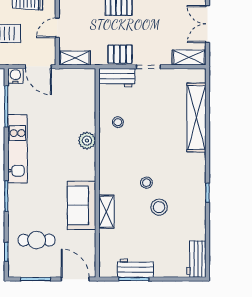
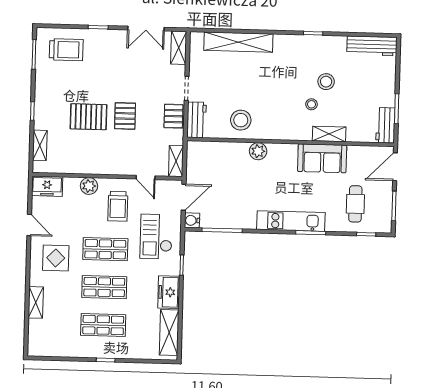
stool: (118, 122) -> (241, 120), width x1.89, depth x1.89
kitchen unit: (17, 149) -> (291, 221), moved
stool: (146, 183) -> (311, 104), moved
workbench: (196, 259) -> (372, 46), width x1.38
workbench: (135, 268) -> (385, 125), moved

